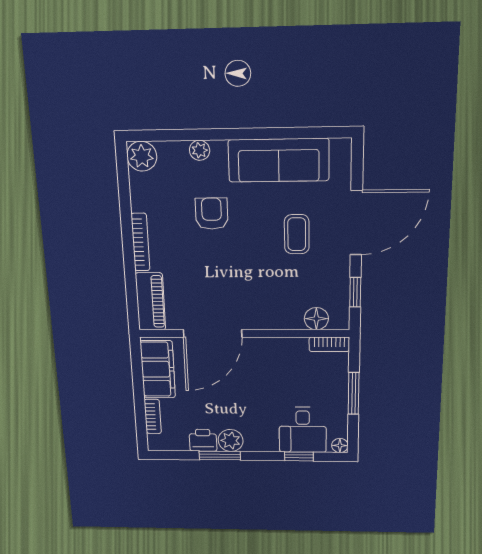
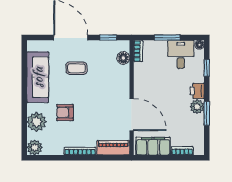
plant: (200, 150) -> (37, 122), width x1.88, depth x1.88
desk: (303, 430) -> (181, 54), moved, turned -90
printer: (203, 440) -> (197, 91), moved

